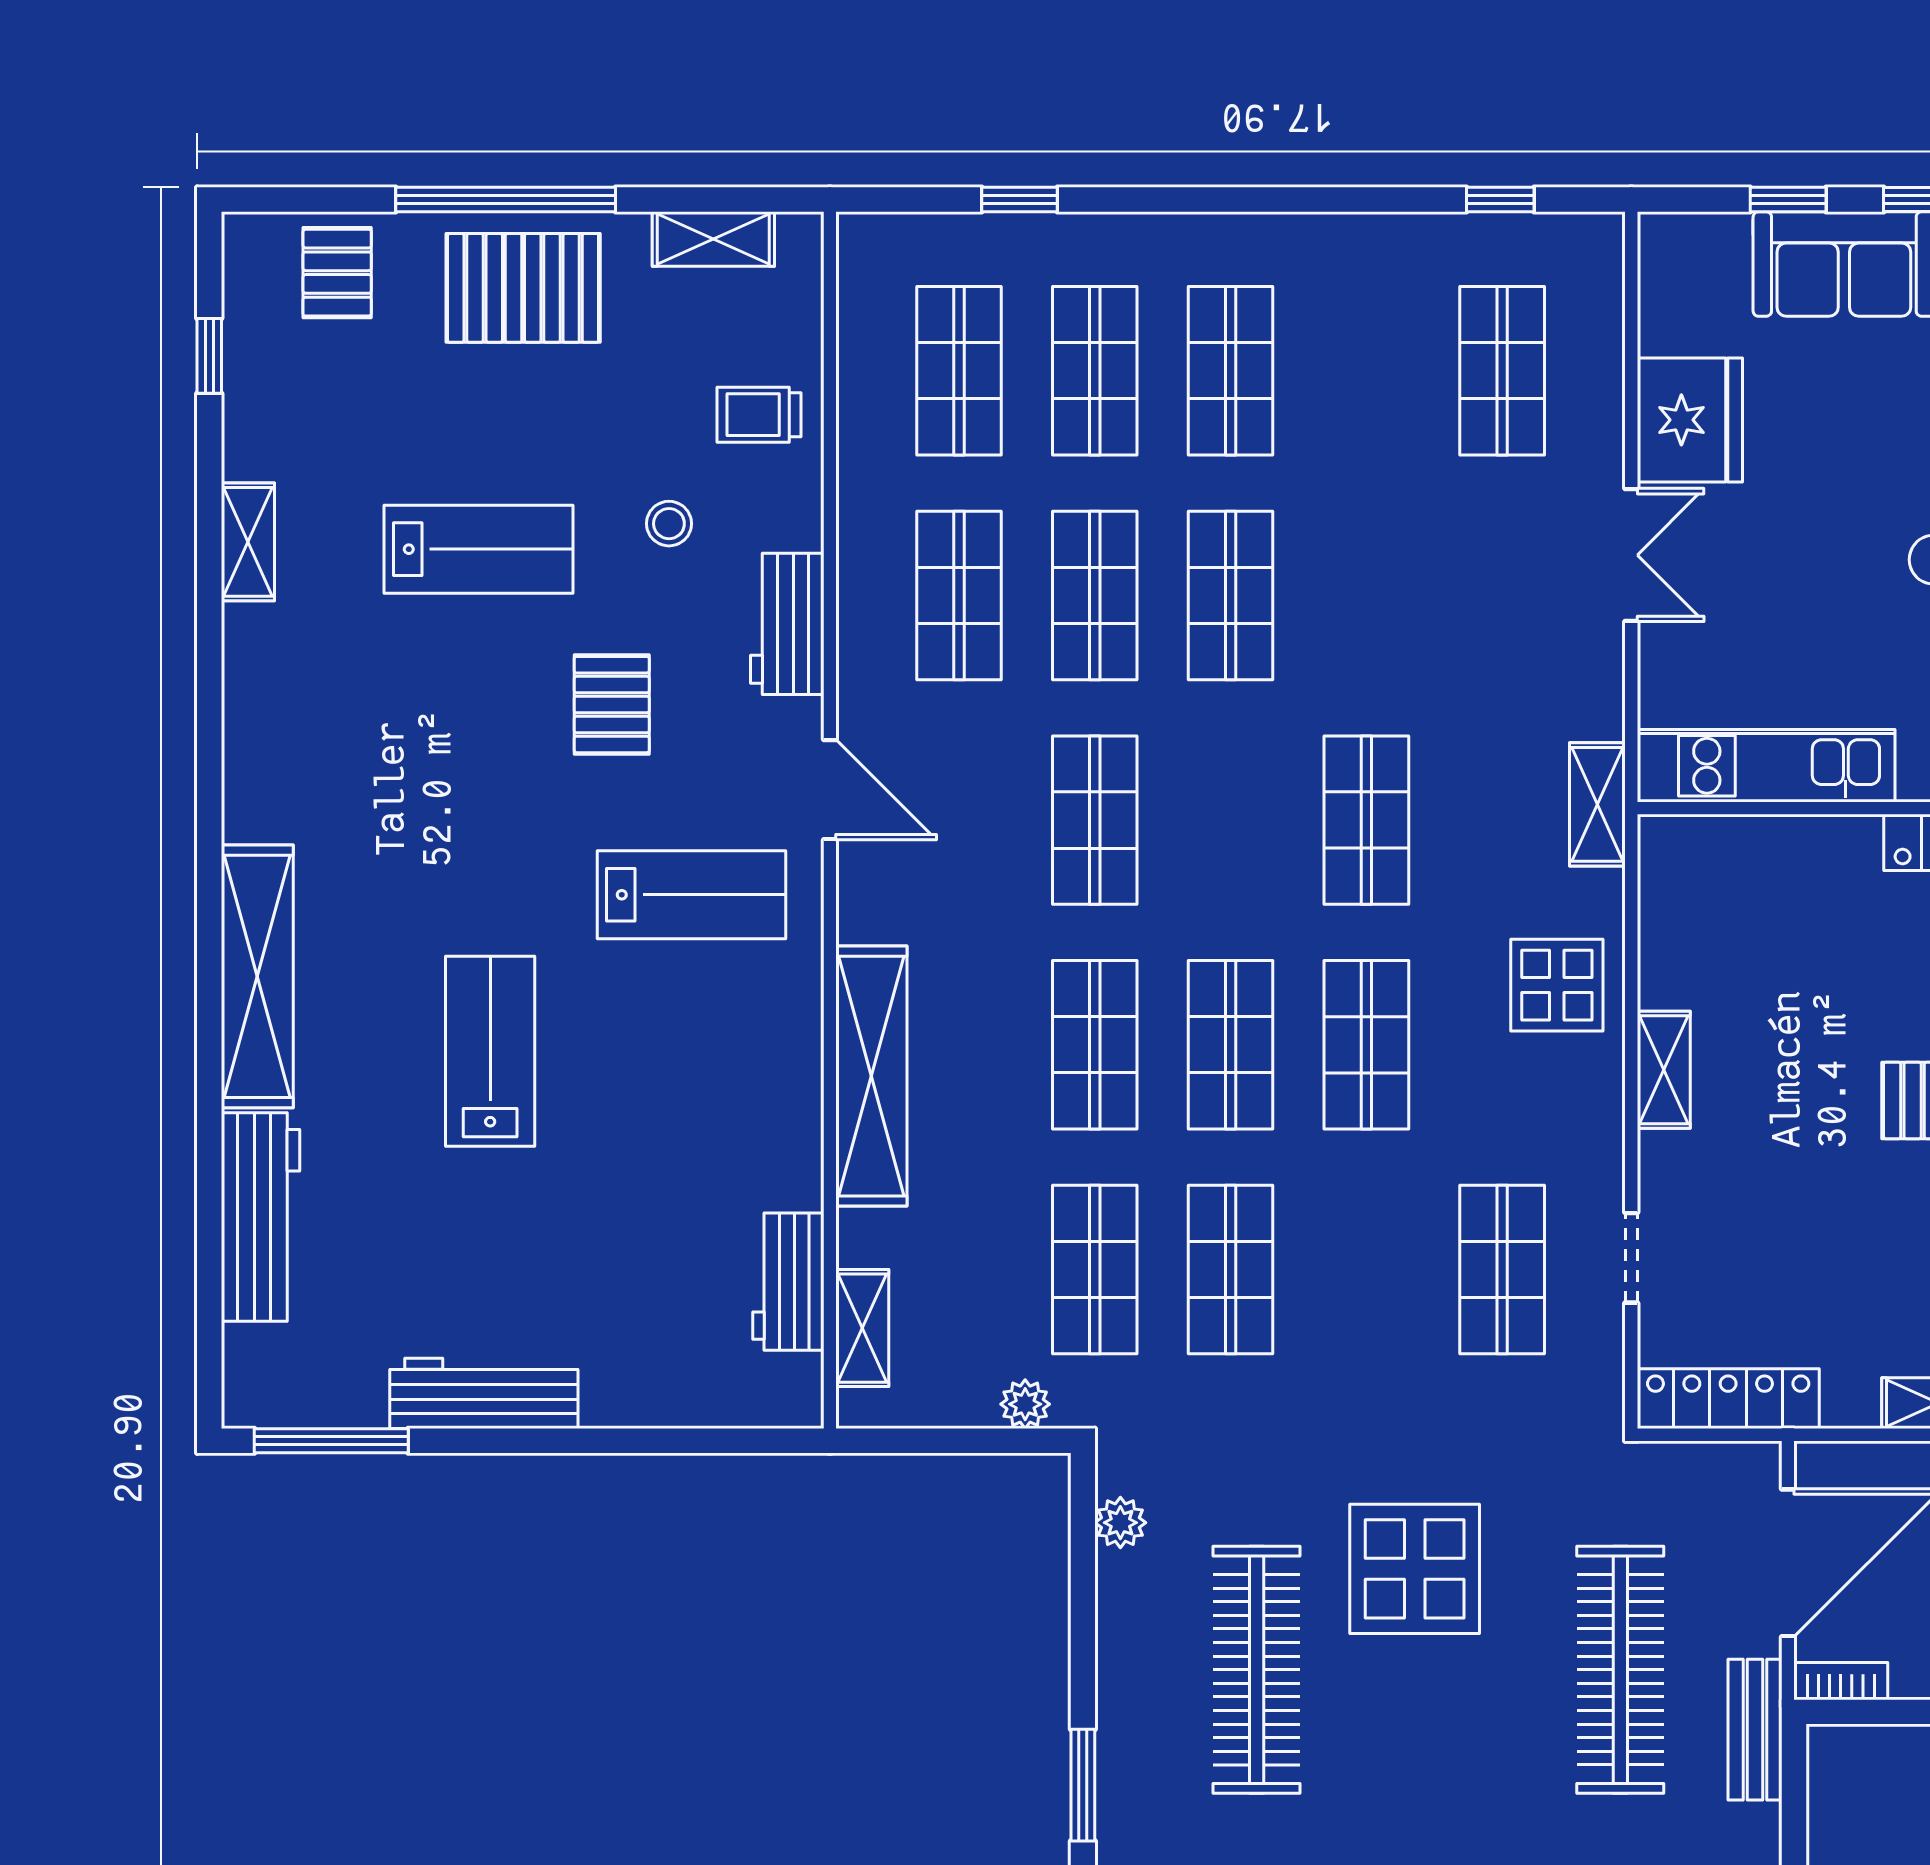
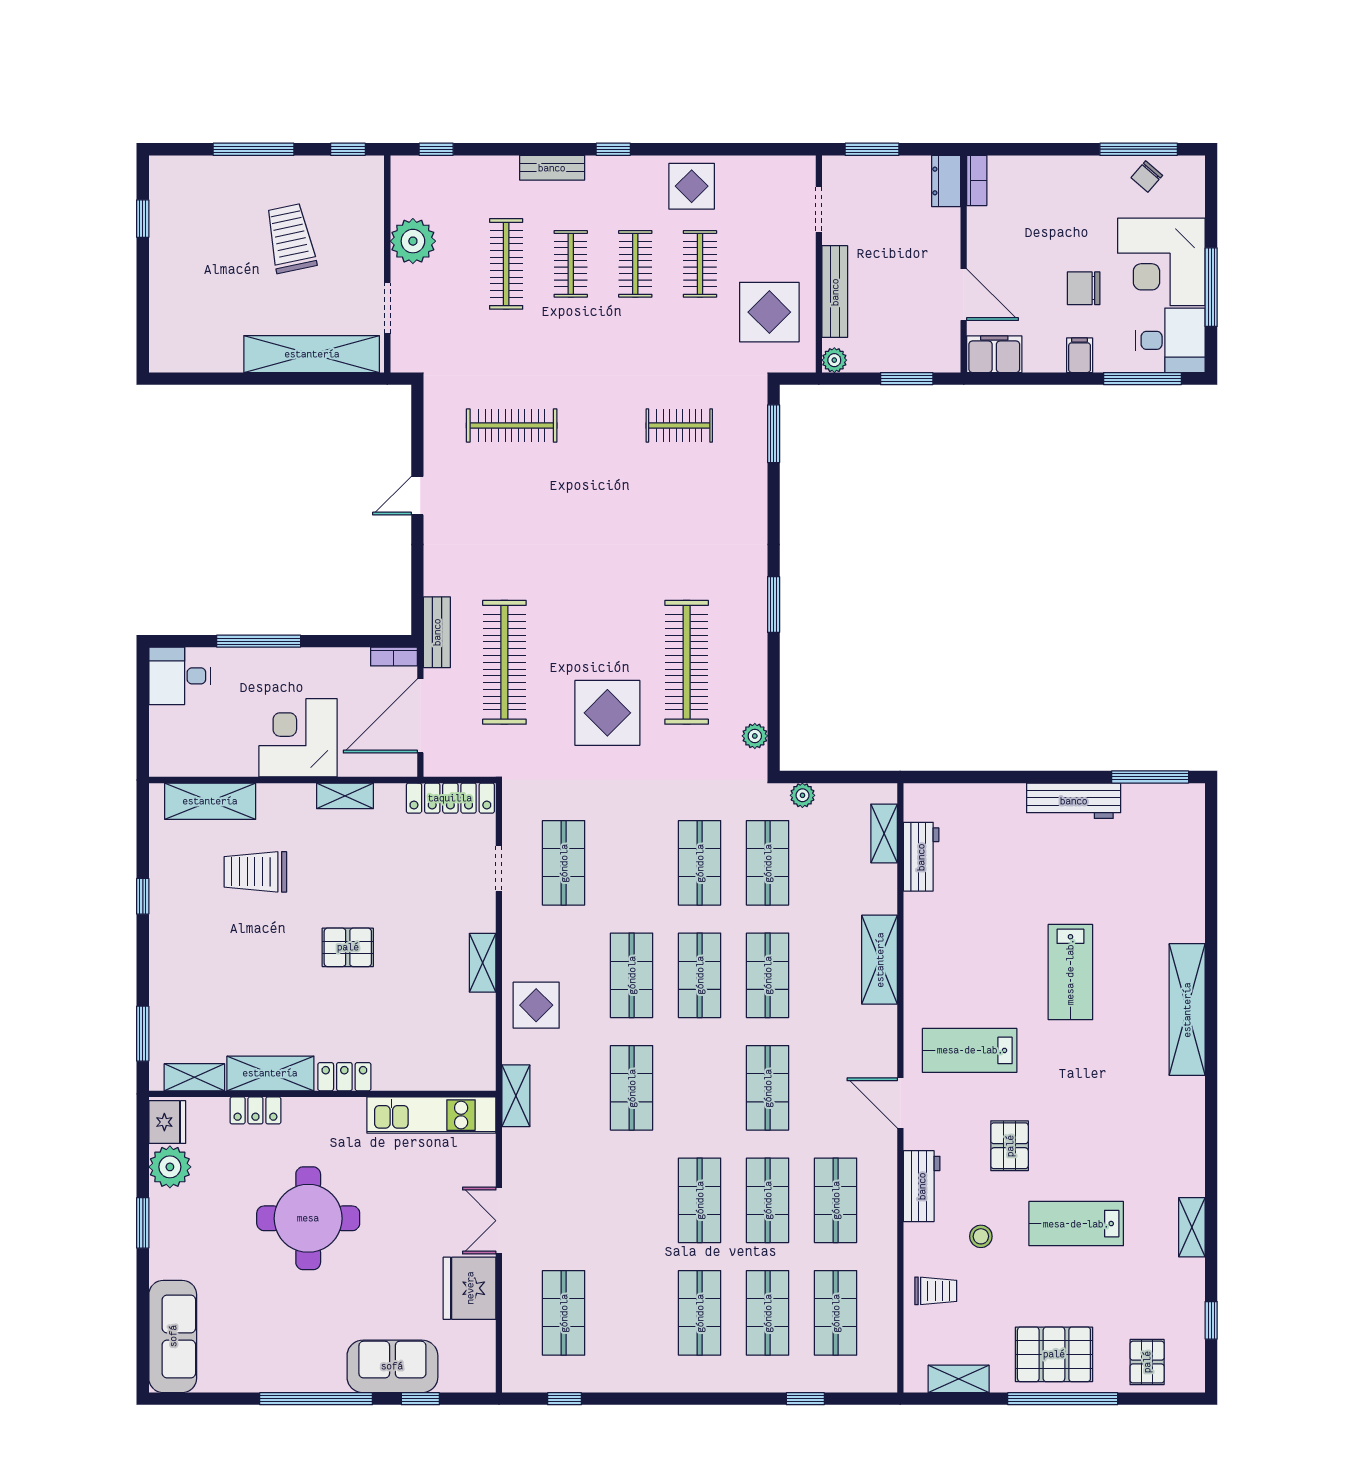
shelving: (871, 1076) -> (880, 960), width x0.68
workbench: (260, 1217) -> (1185, 889), removed

